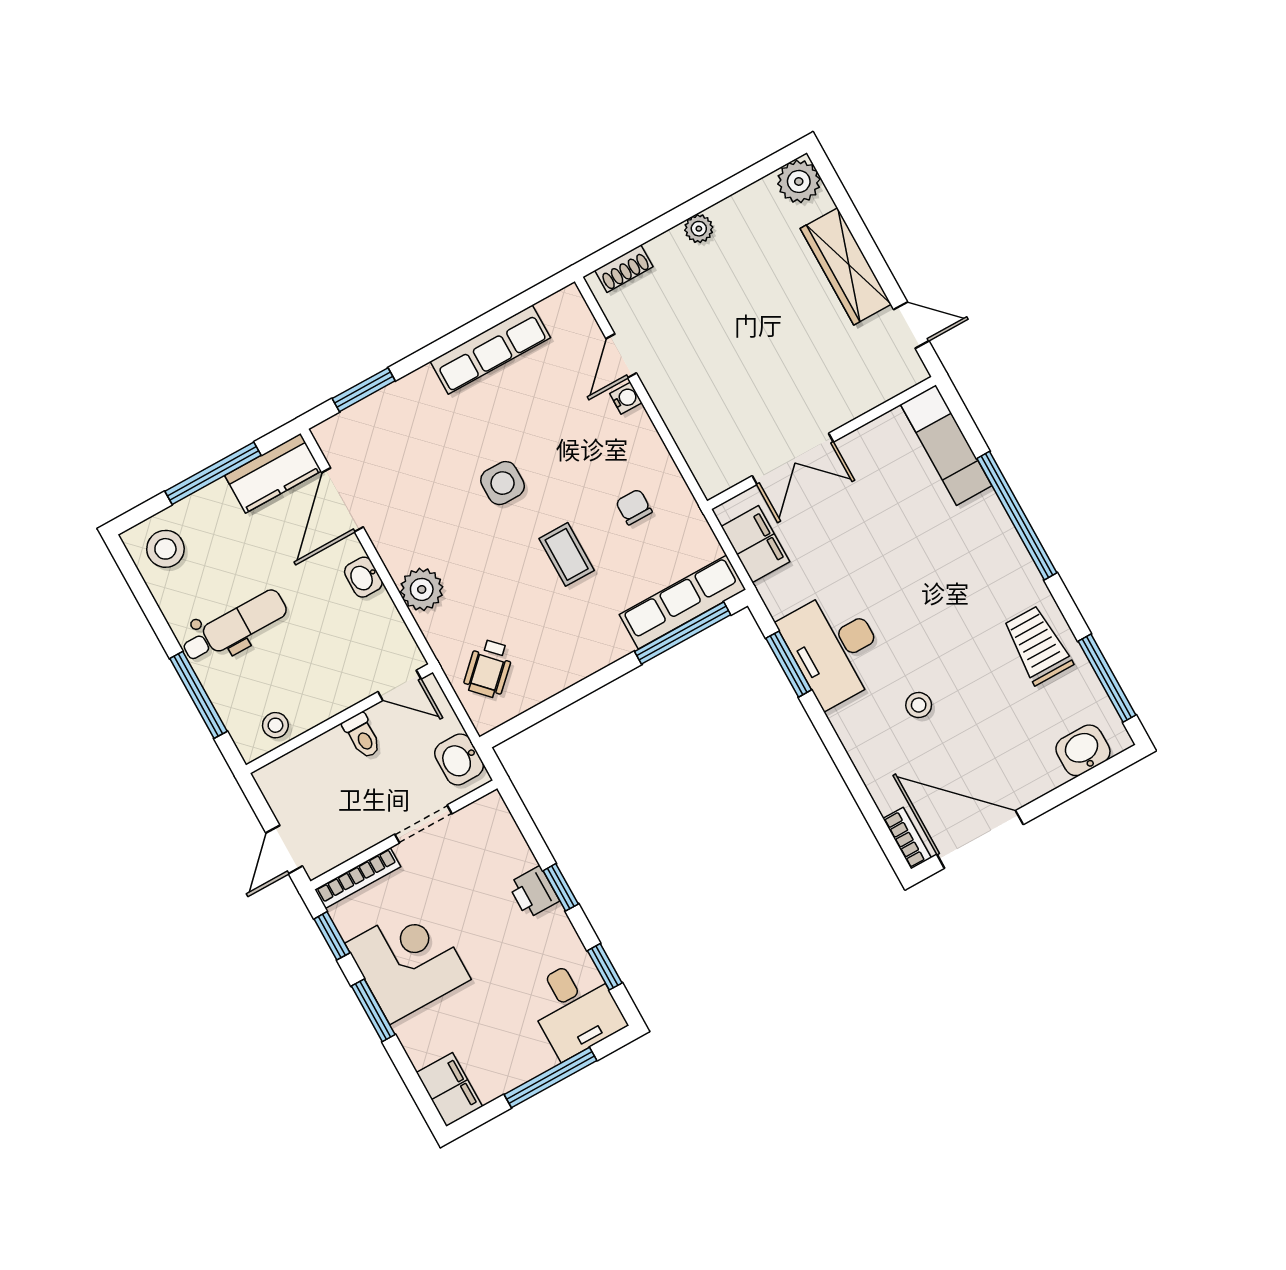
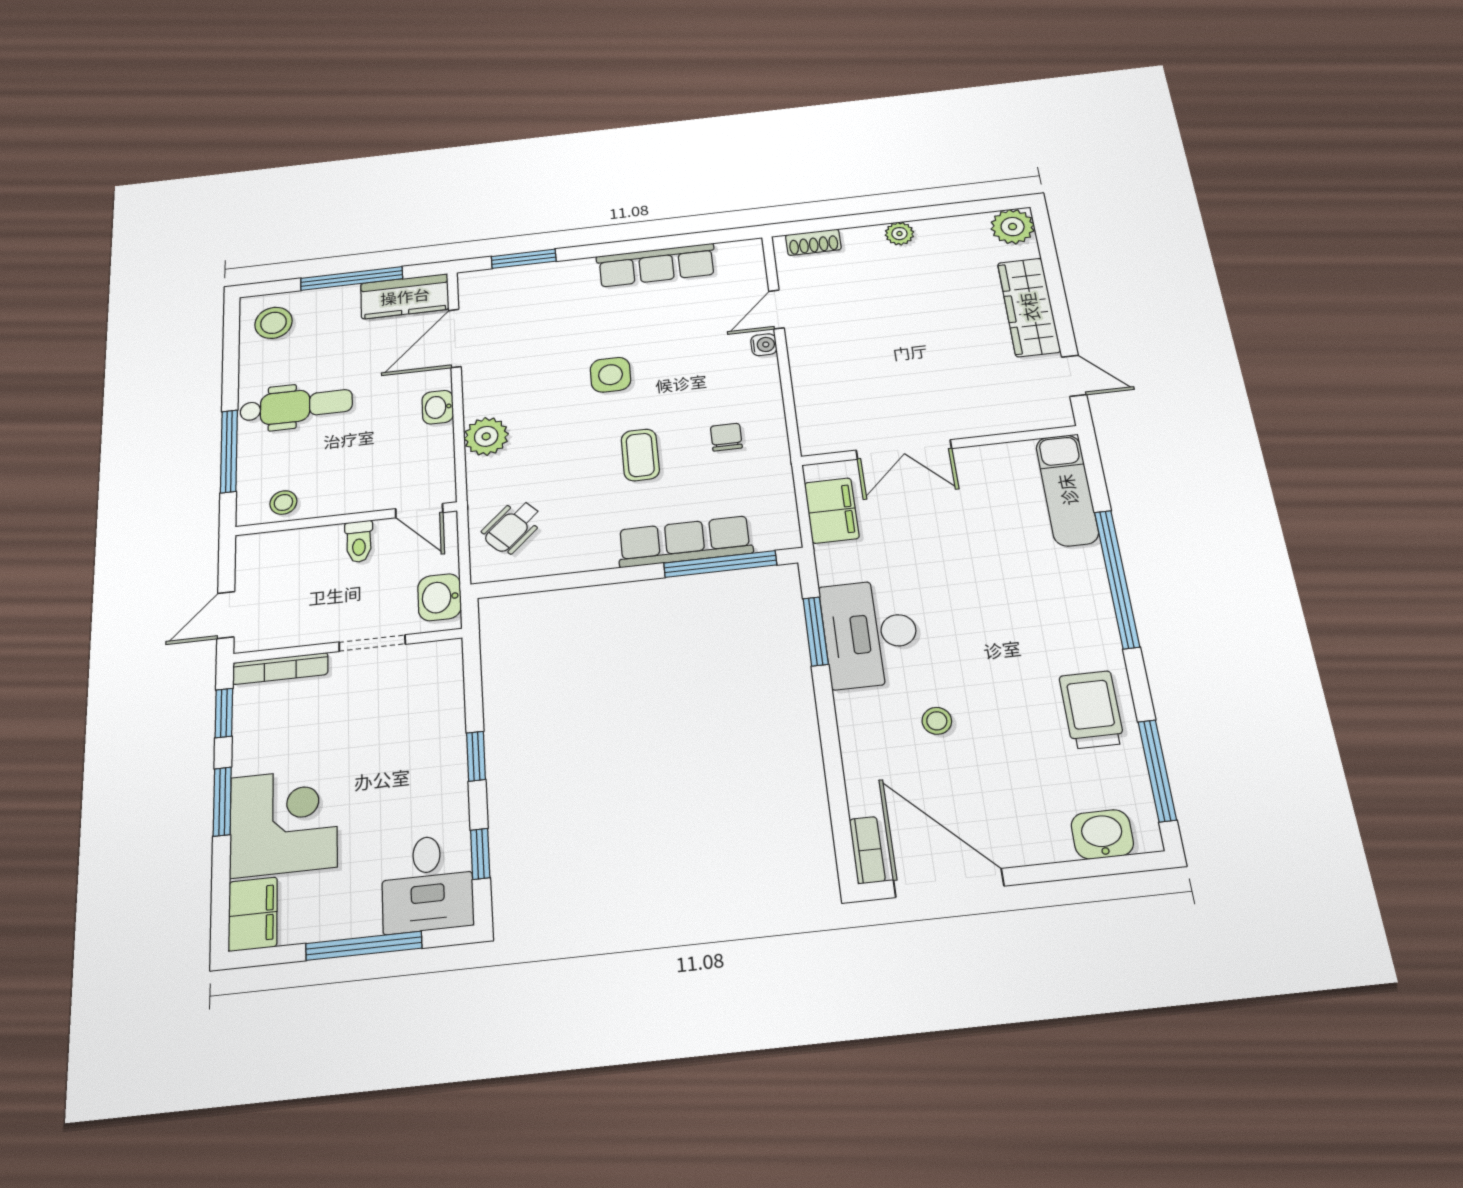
row of seats: (682, 602) -> (685, 542), moved
printer: (534, 892) -> (446, 750), removed
corner desk: (408, 961) -> (284, 822), moved

